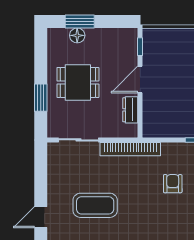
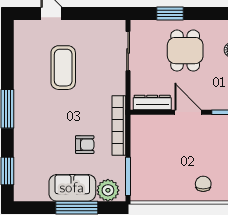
dresser: (130, 110) -> (152, 102), width x1.44
bookcase: (130, 149) -> (119, 126), moved

